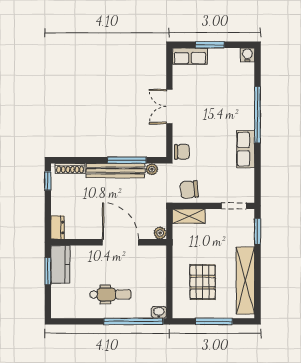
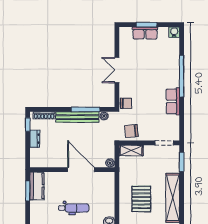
row of seats: (190, 56) -> (145, 33), moved
dresser: (57, 227) -> (35, 139), moved

